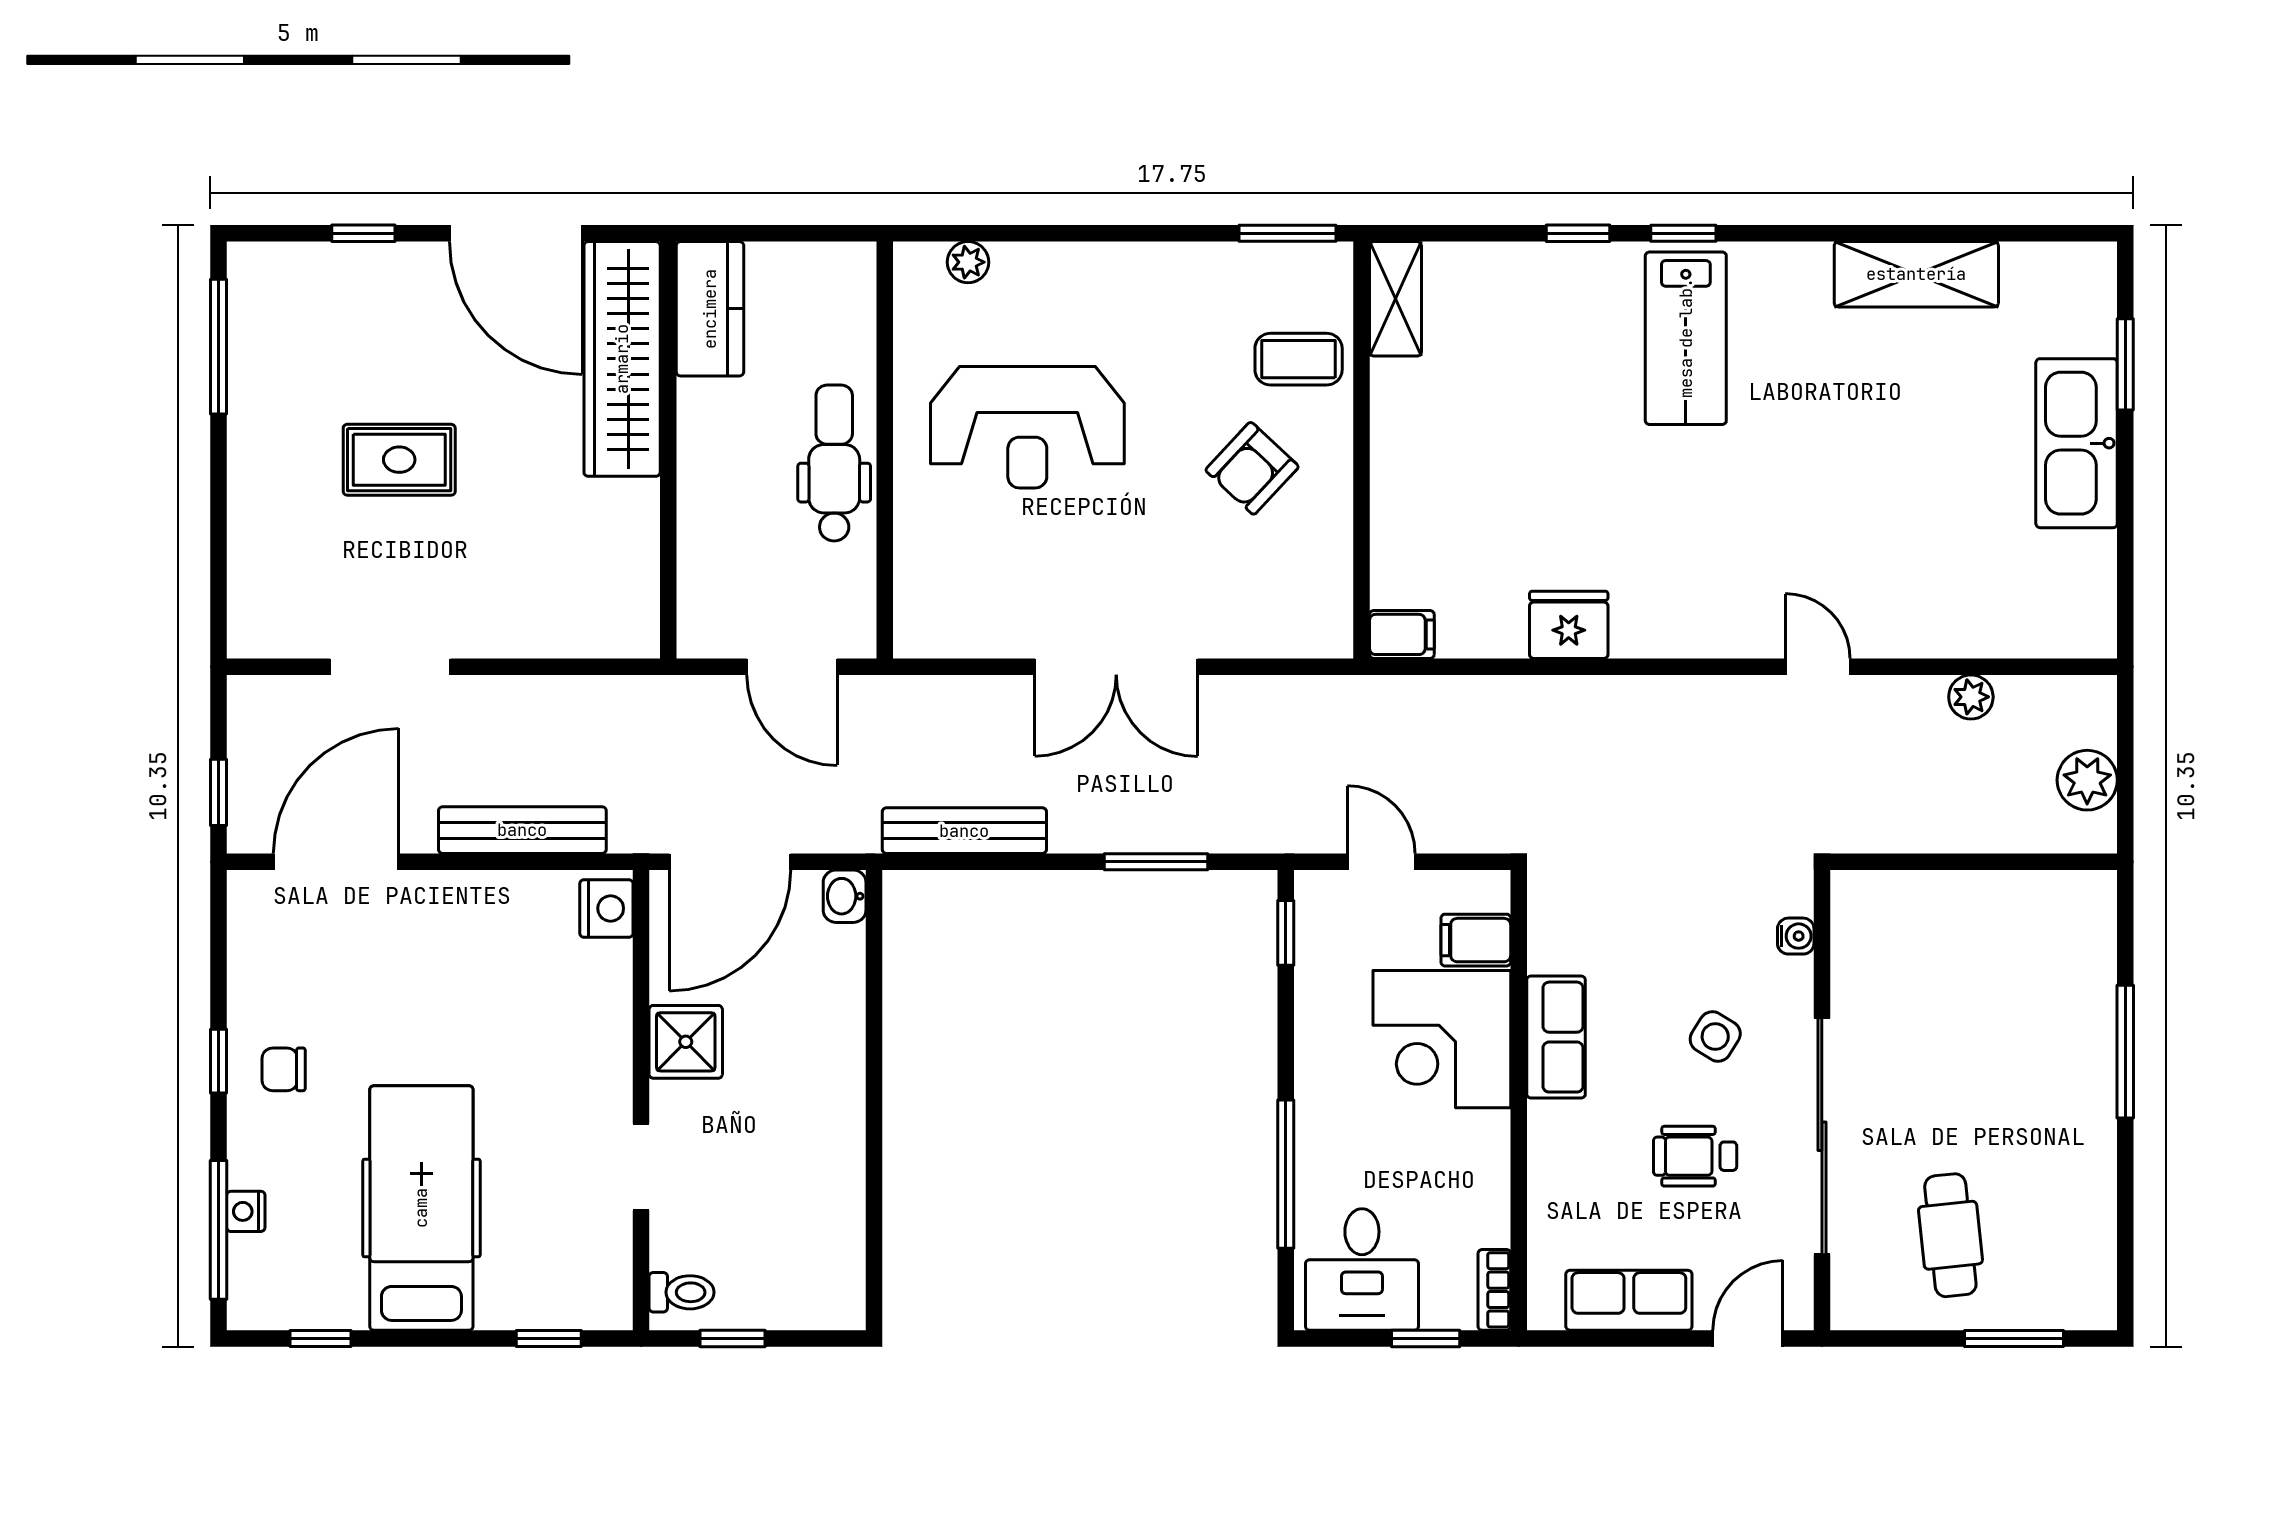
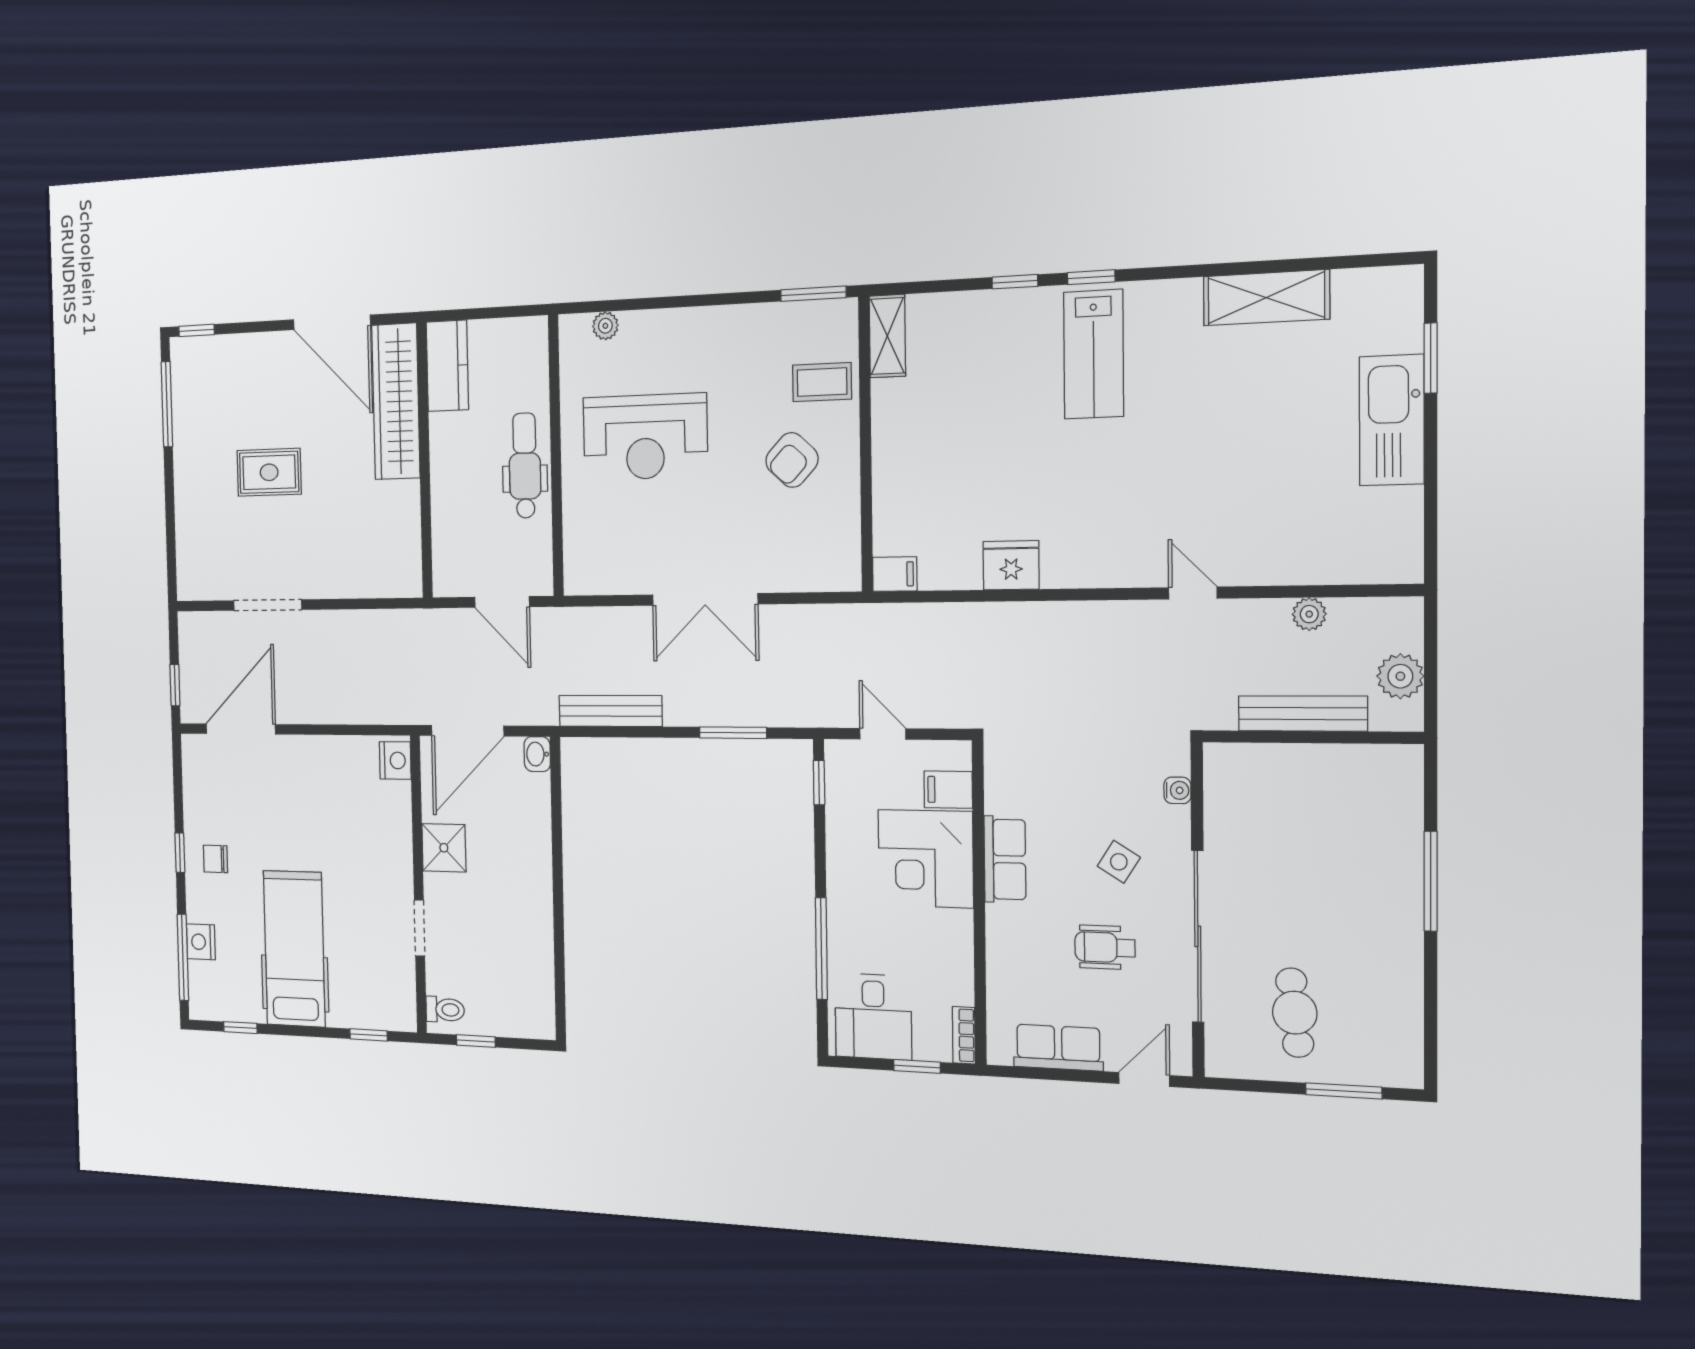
window: (363, 233) -> (197, 330), moved
bench: (522, 830) -> (1303, 714), moved
nightstand: (246, 1211) -> (201, 942), width x1.39, depth x1.35

